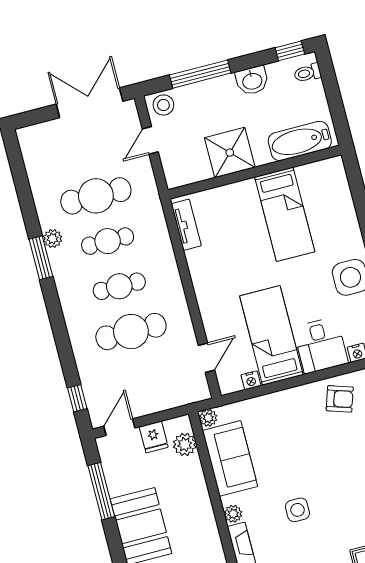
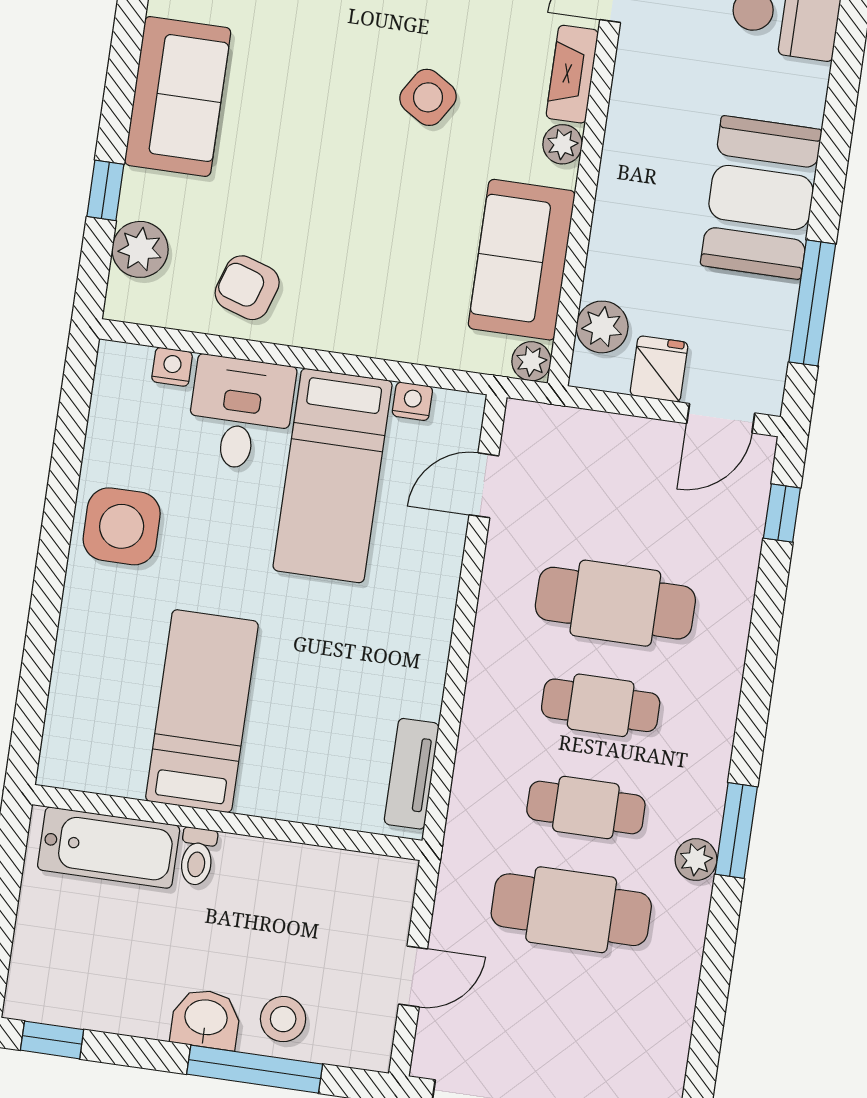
toilet: (307, 73) -> (197, 857), moved, turned 90
washbasin: (252, 81) -> (206, 1019), moved
stool: (163, 105) -> (283, 1019), moved
shower: (230, 153) -> (261, 884), removed
side table: (297, 510) -> (428, 97), turned 32

